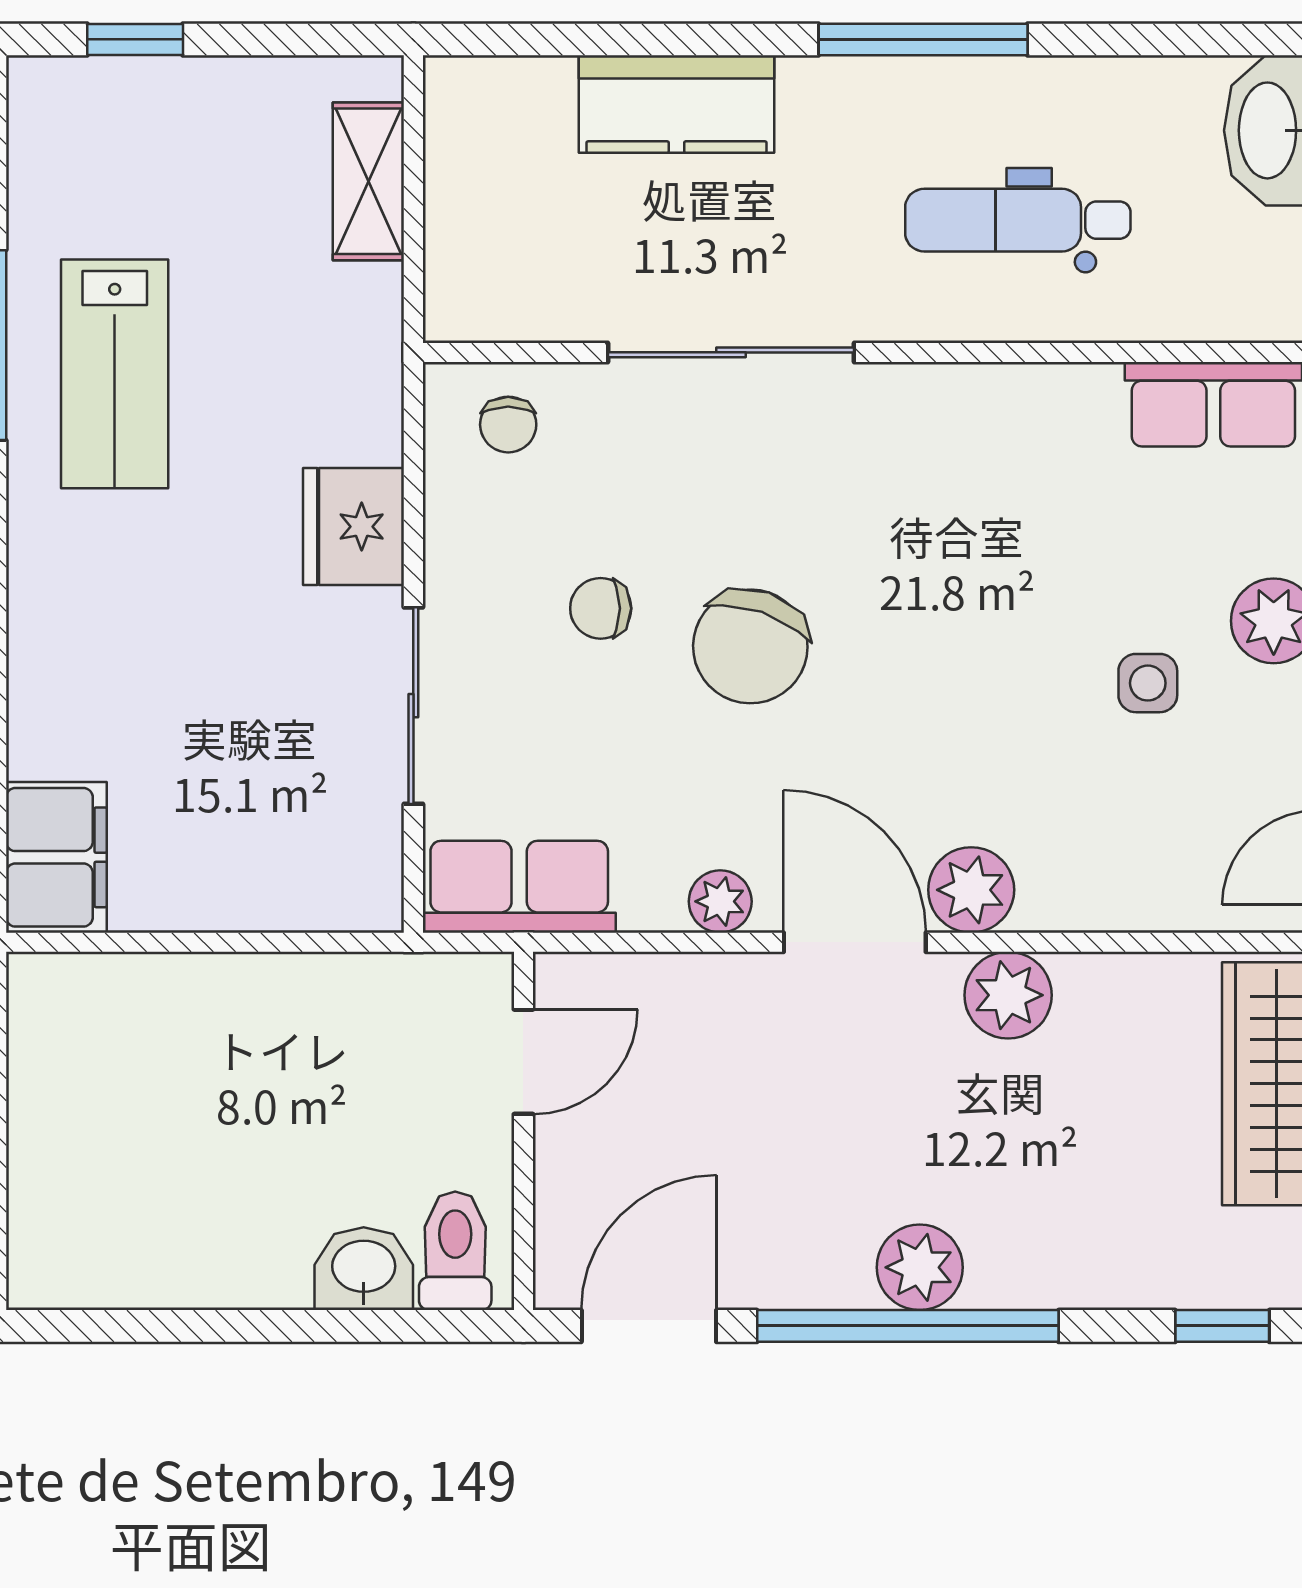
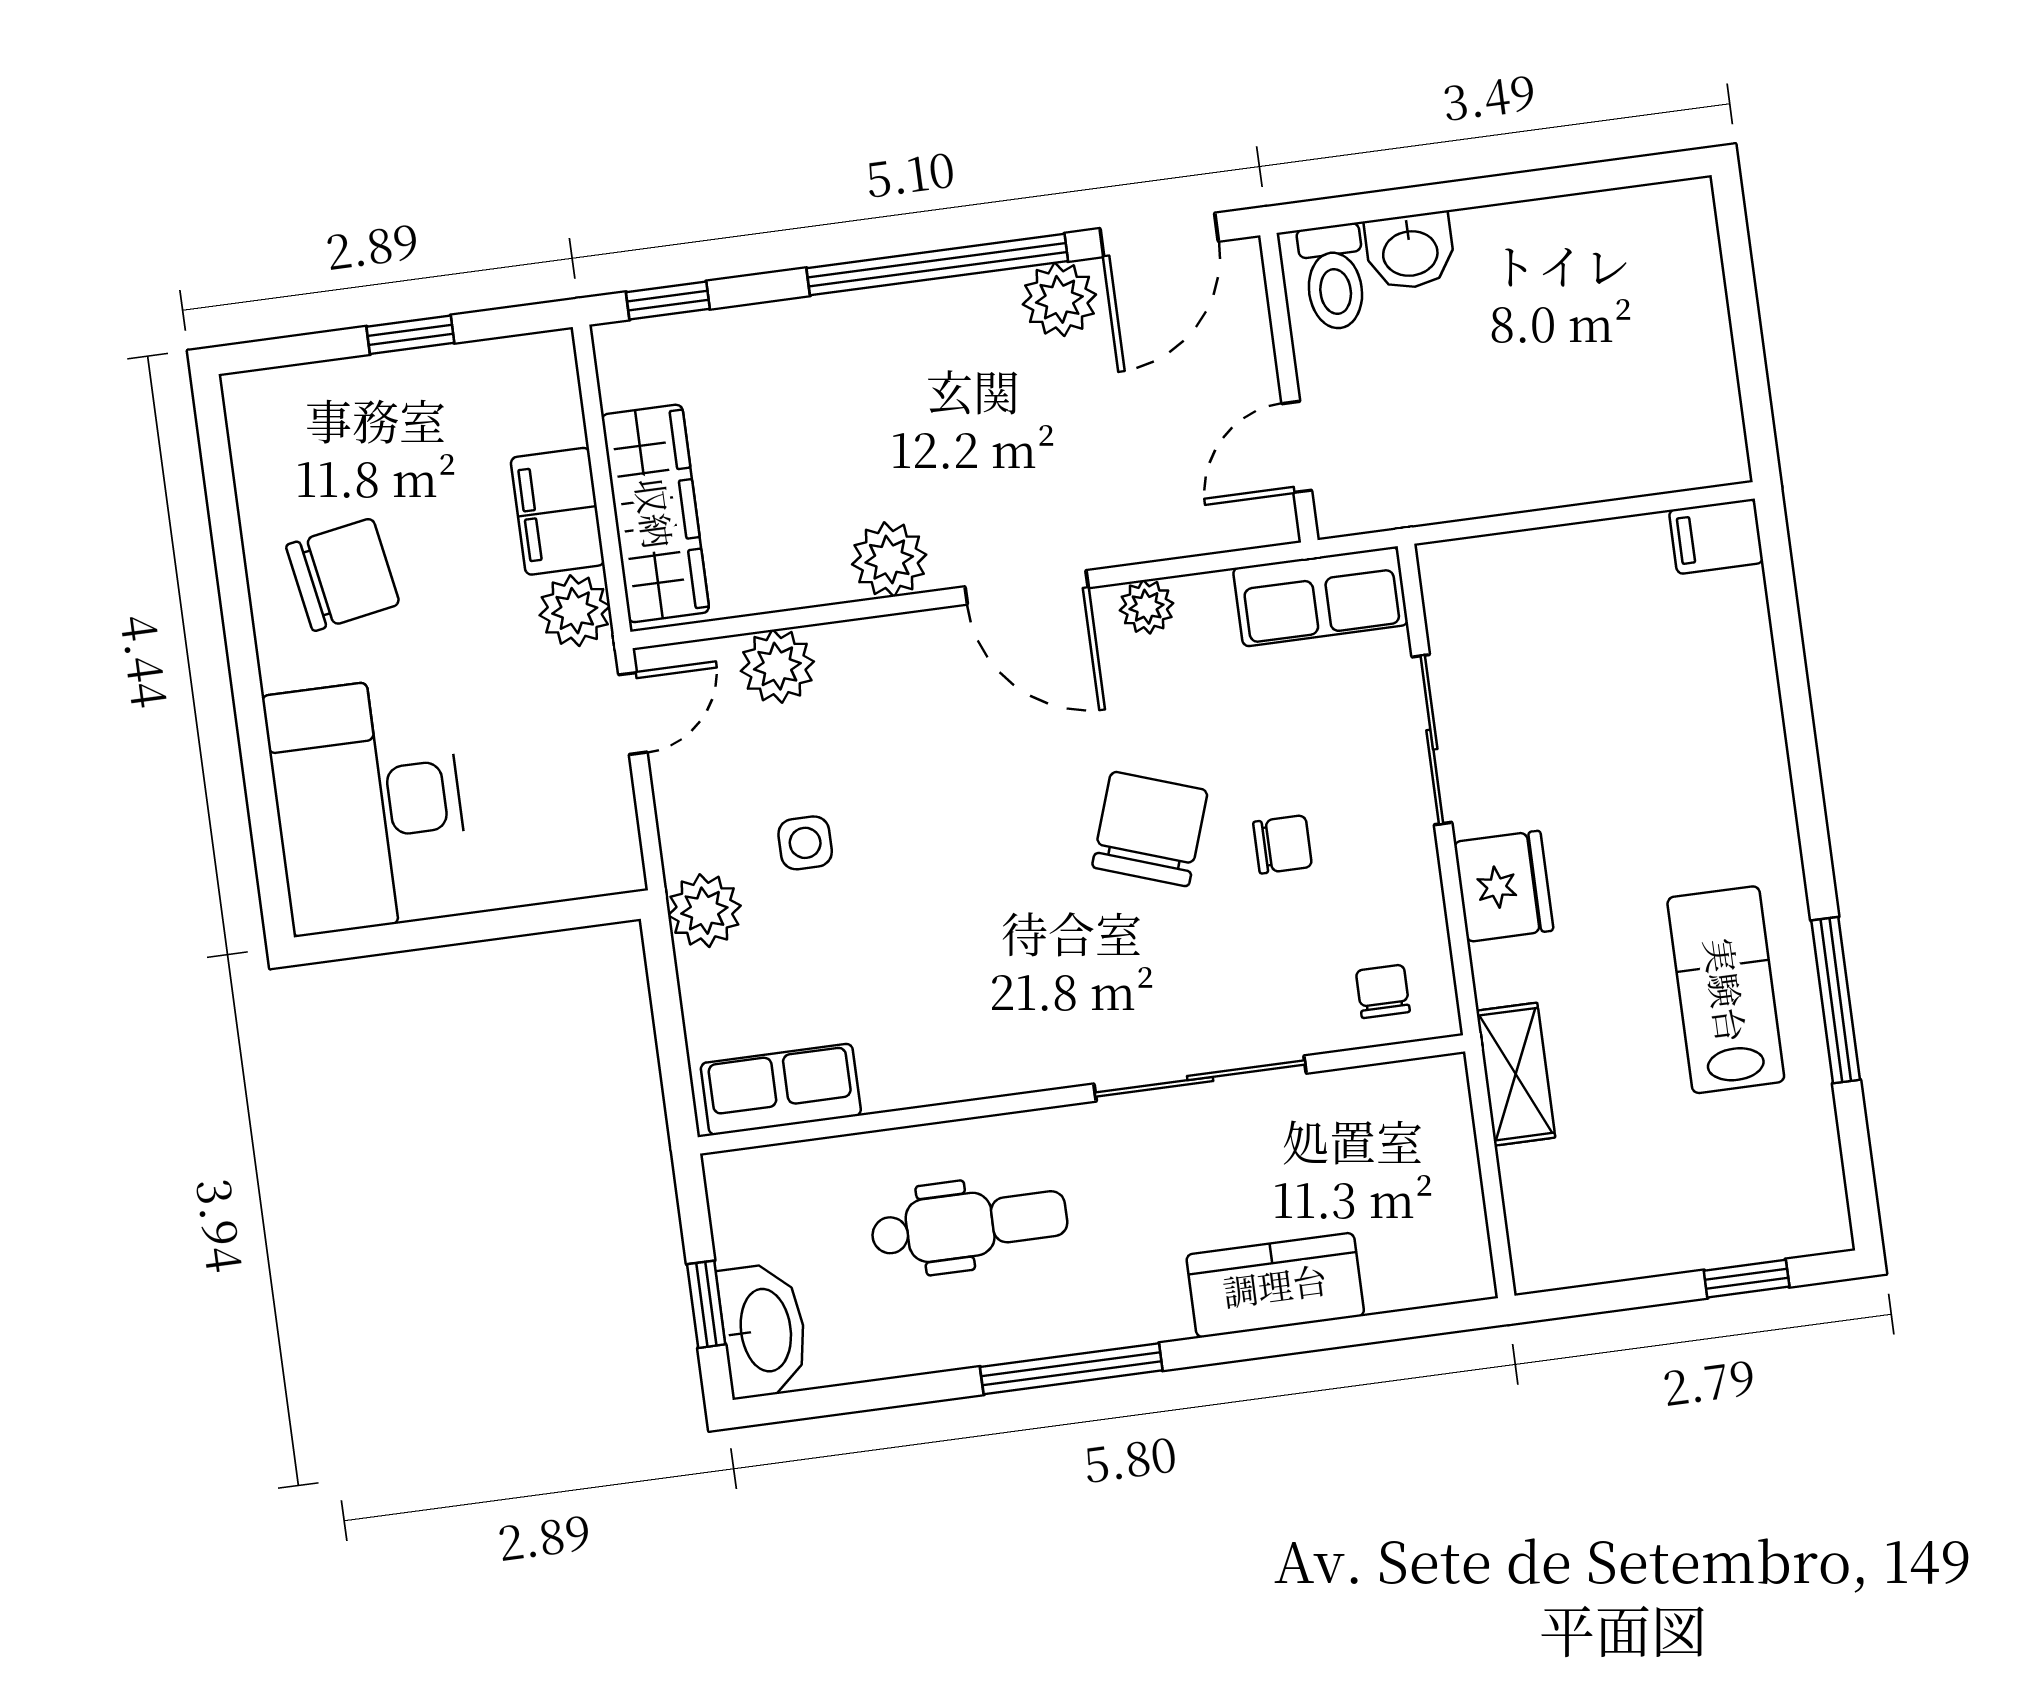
shelving: (368, 181) -> (1516, 1074), moved
filing cabinet: (56, 857) -> (1716, 536), width x0.50
plant: (971, 890) -> (777, 666), moved
plant: (920, 1267) -> (1059, 299), moved

